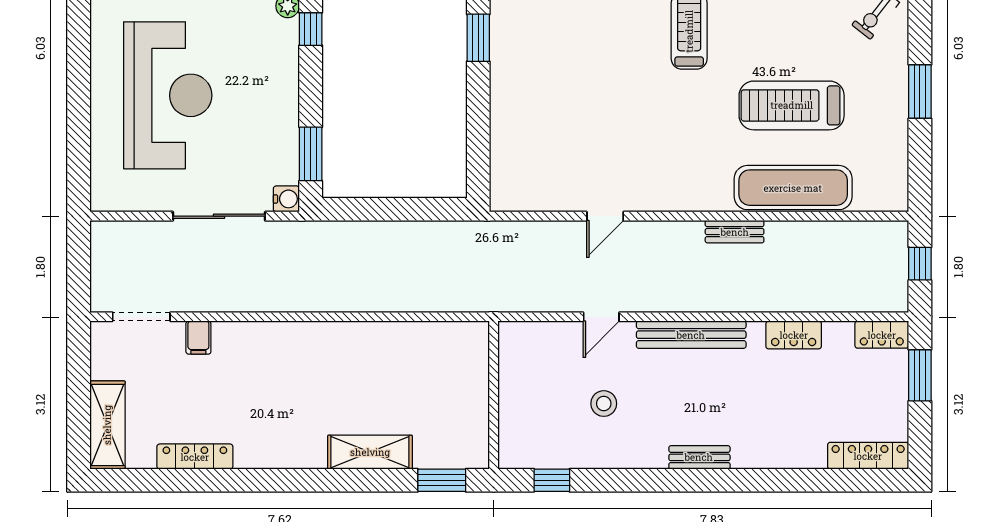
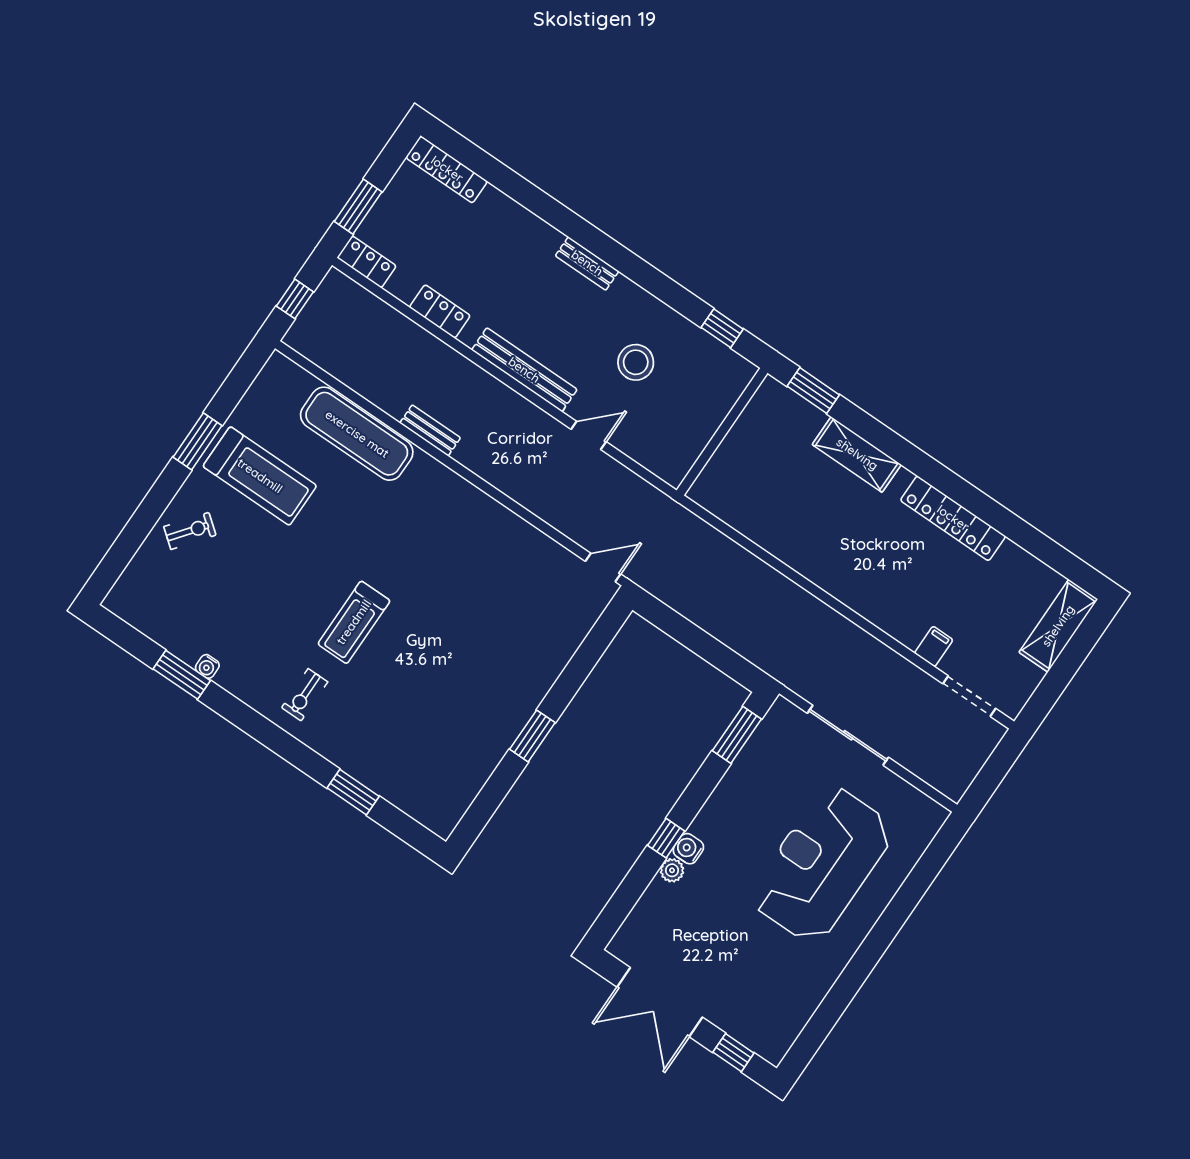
treadmill: (792, 105) -> (260, 476), moved
water cooler: (286, 199) -> (688, 849), moved
door: (605, 216) -> (603, 568), moved
stool: (604, 404) -> (636, 362), width x1.38, depth x1.38
locker: (195, 457) -> (953, 518), moved, width x1.41, depth x1.21

